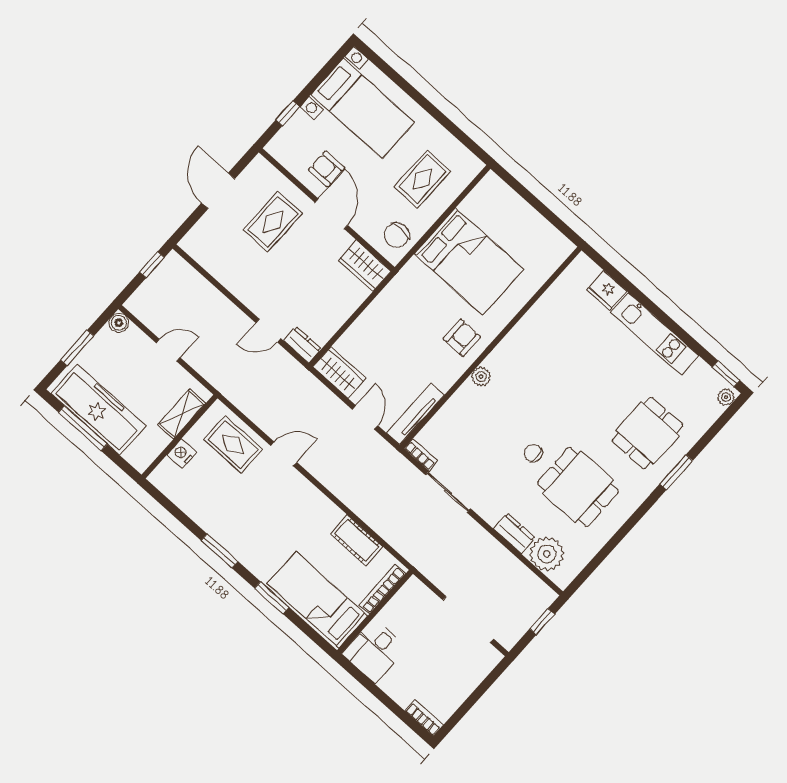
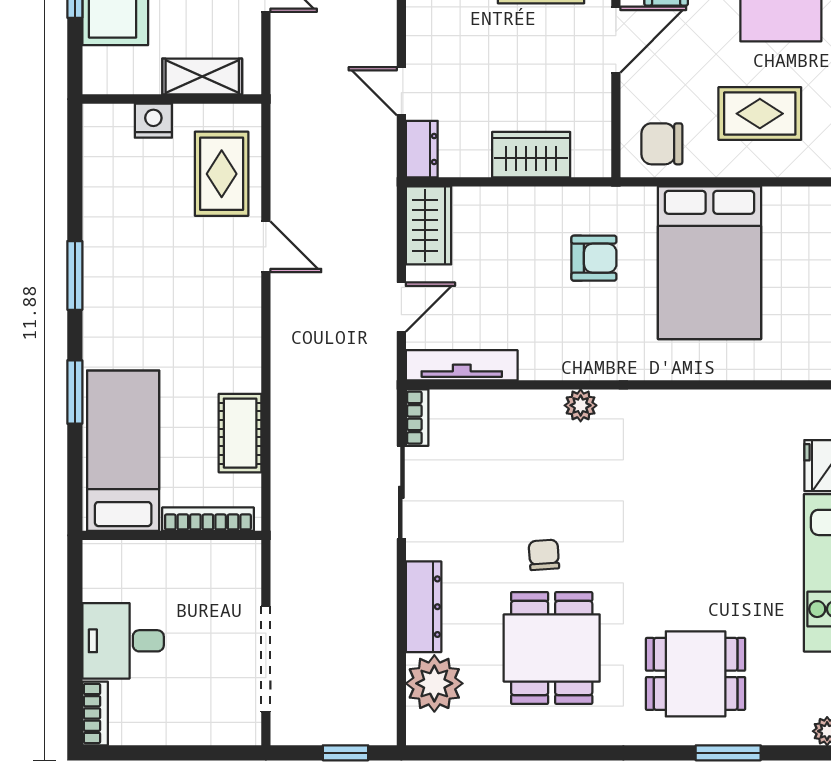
wardrobe: (365, 266) -> (531, 155), moved, turned 90
armchair: (462, 338) -> (594, 258), moved
window: (676, 472) -> (728, 753), moved
dresser: (514, 533) -> (424, 607), width x1.44
desk: (374, 651) -> (123, 641), moved

